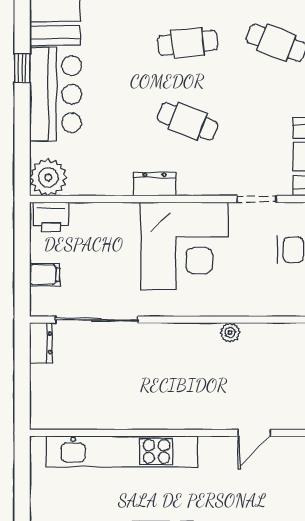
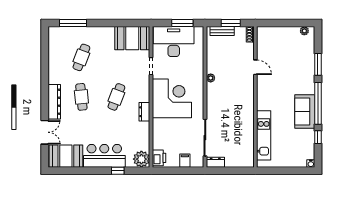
window: (22, 68) -> (118, 171), moved
kitchen unit: (122, 452) -> (264, 135), width x0.73

